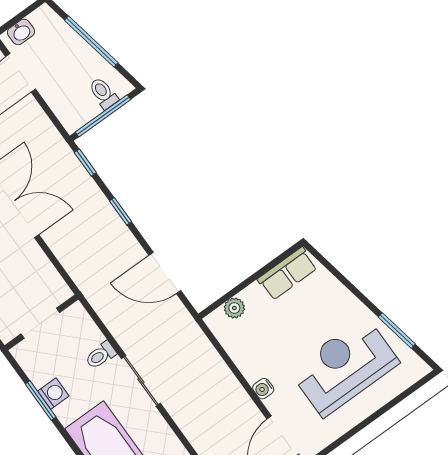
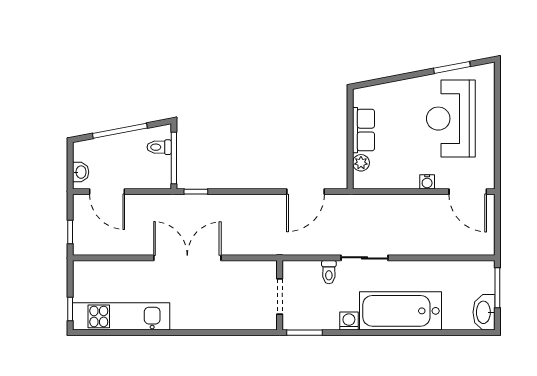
window: (120, 211) -> (244, 192), removed
row of seats: (287, 274) -> (363, 130), moved
washing machine: (53, 393) -> (349, 321), moved
window: (41, 400) -> (304, 333), moved

